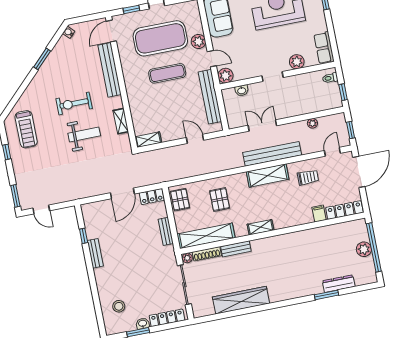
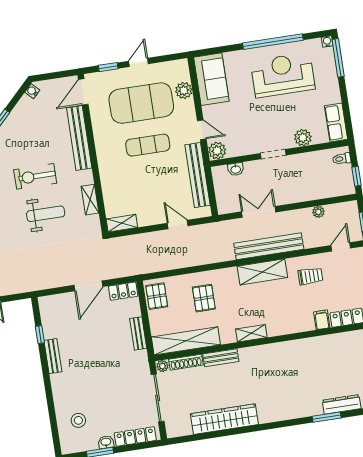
plant: (198, 41) -> (184, 90), moved

